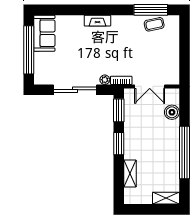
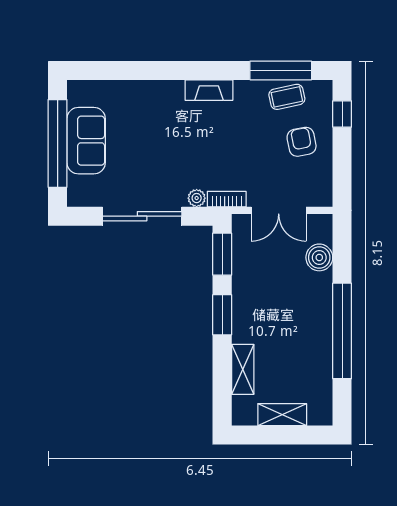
fireplace: (97, 21) -> (209, 90), moved
sofa: (44, 33) -> (86, 141), moved
window: (184, 34) -> (342, 114), added
armchair: (162, 49) -> (302, 142), added
shelving: (166, 198) -> (282, 415), moved

